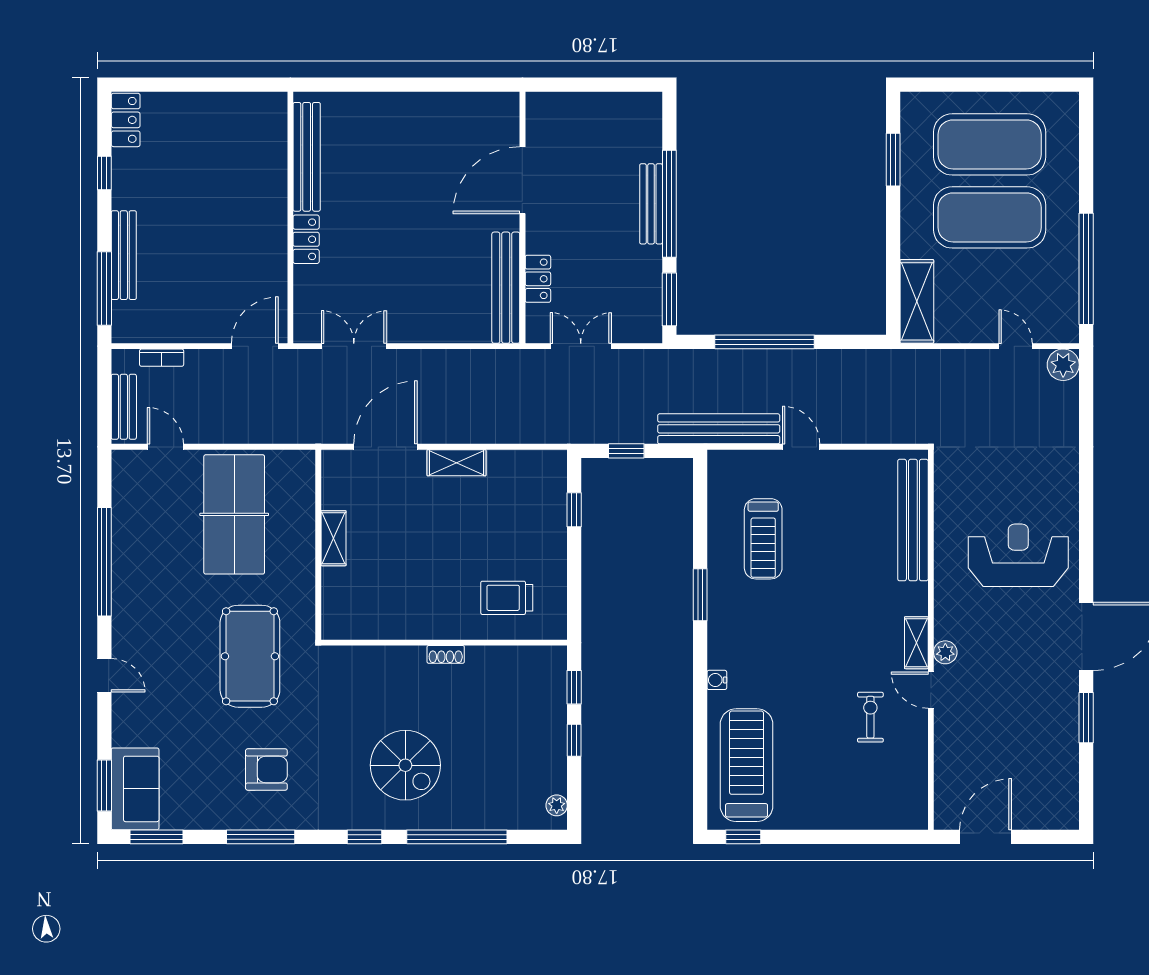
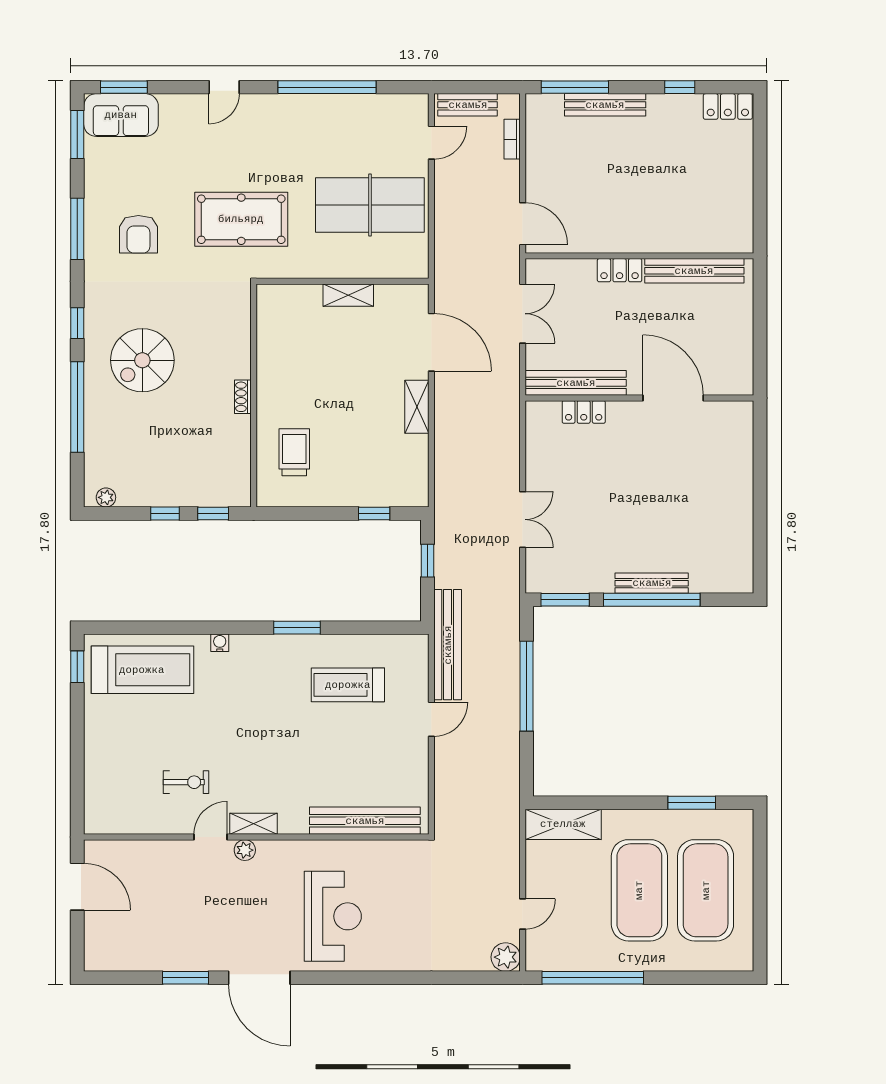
door: (522, 180) -> (673, 398), moved
wall: (522, 217) -> (639, 398), moved
locker: (538, 279) -> (584, 412), moved
bench: (506, 288) -> (576, 383), moved

